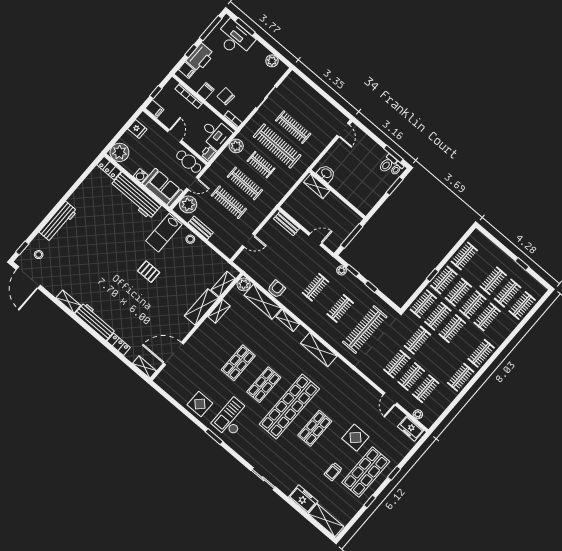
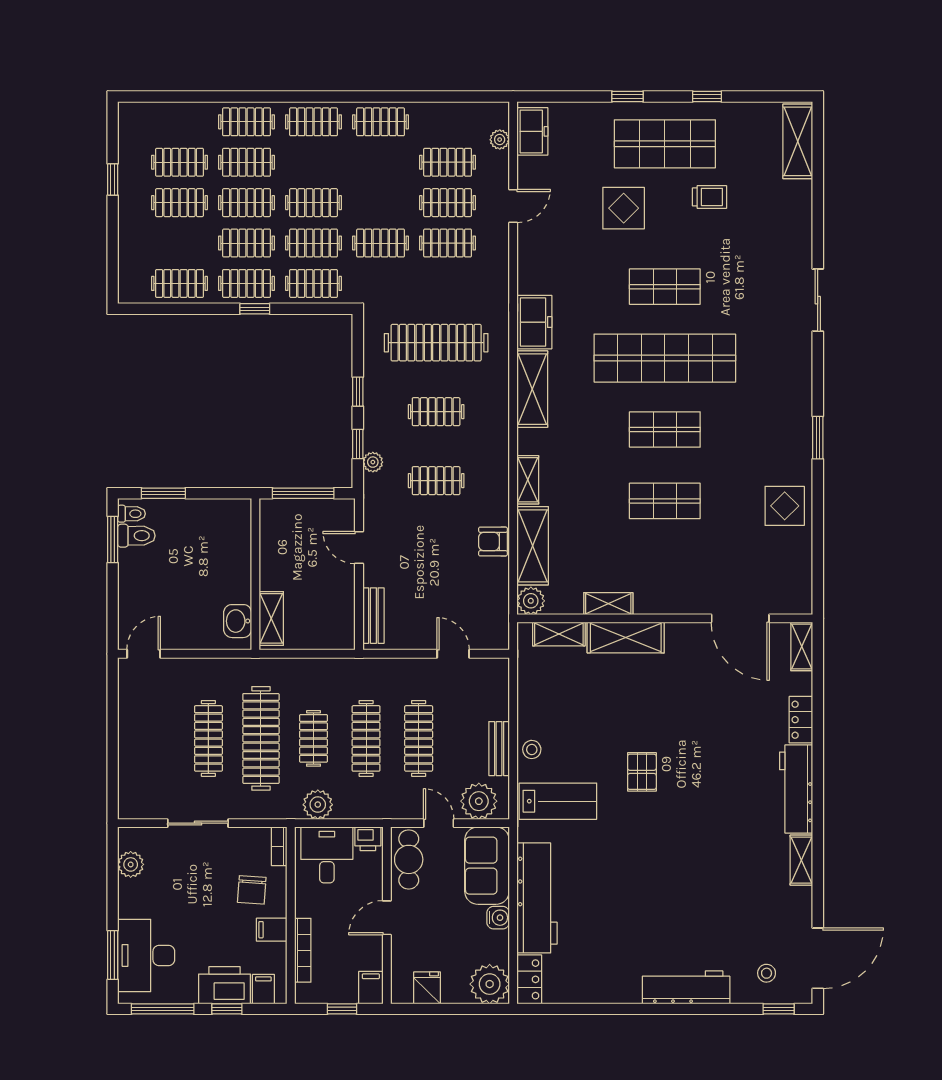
clothes rail: (522, 305) -> (247, 122), moved
checkout: (232, 418) -> (763, 435), removed
freezer: (303, 499) -> (534, 322), moved, turned 180

